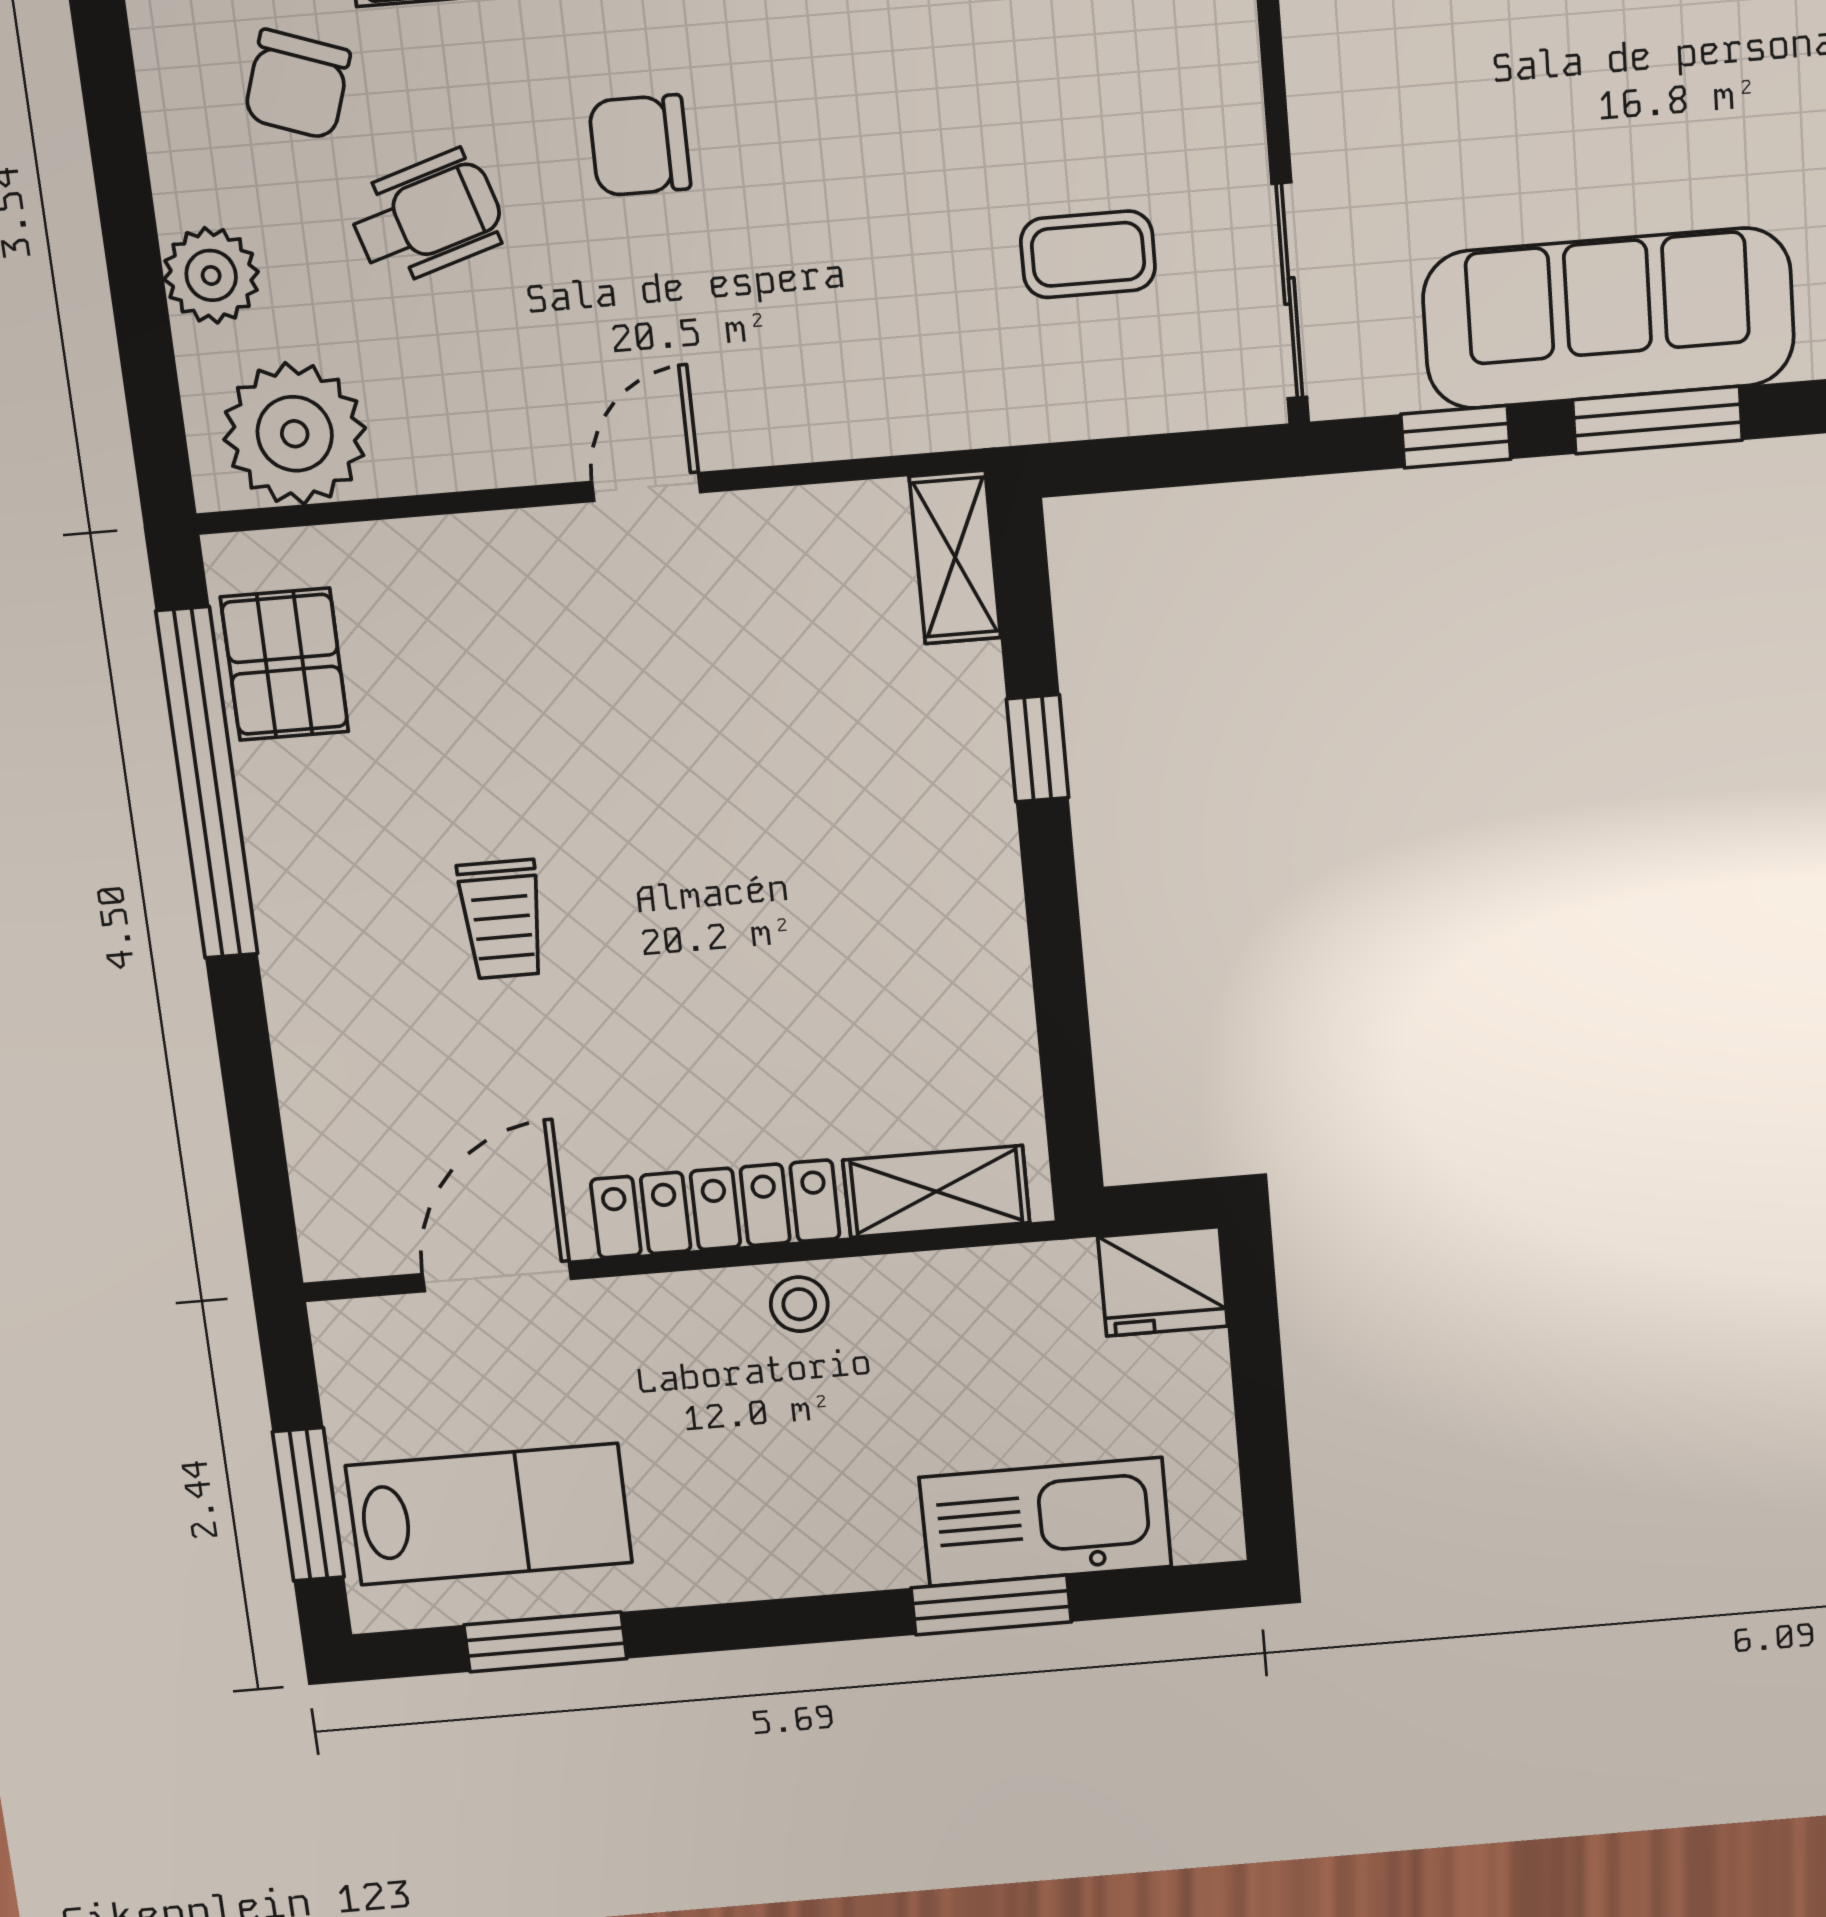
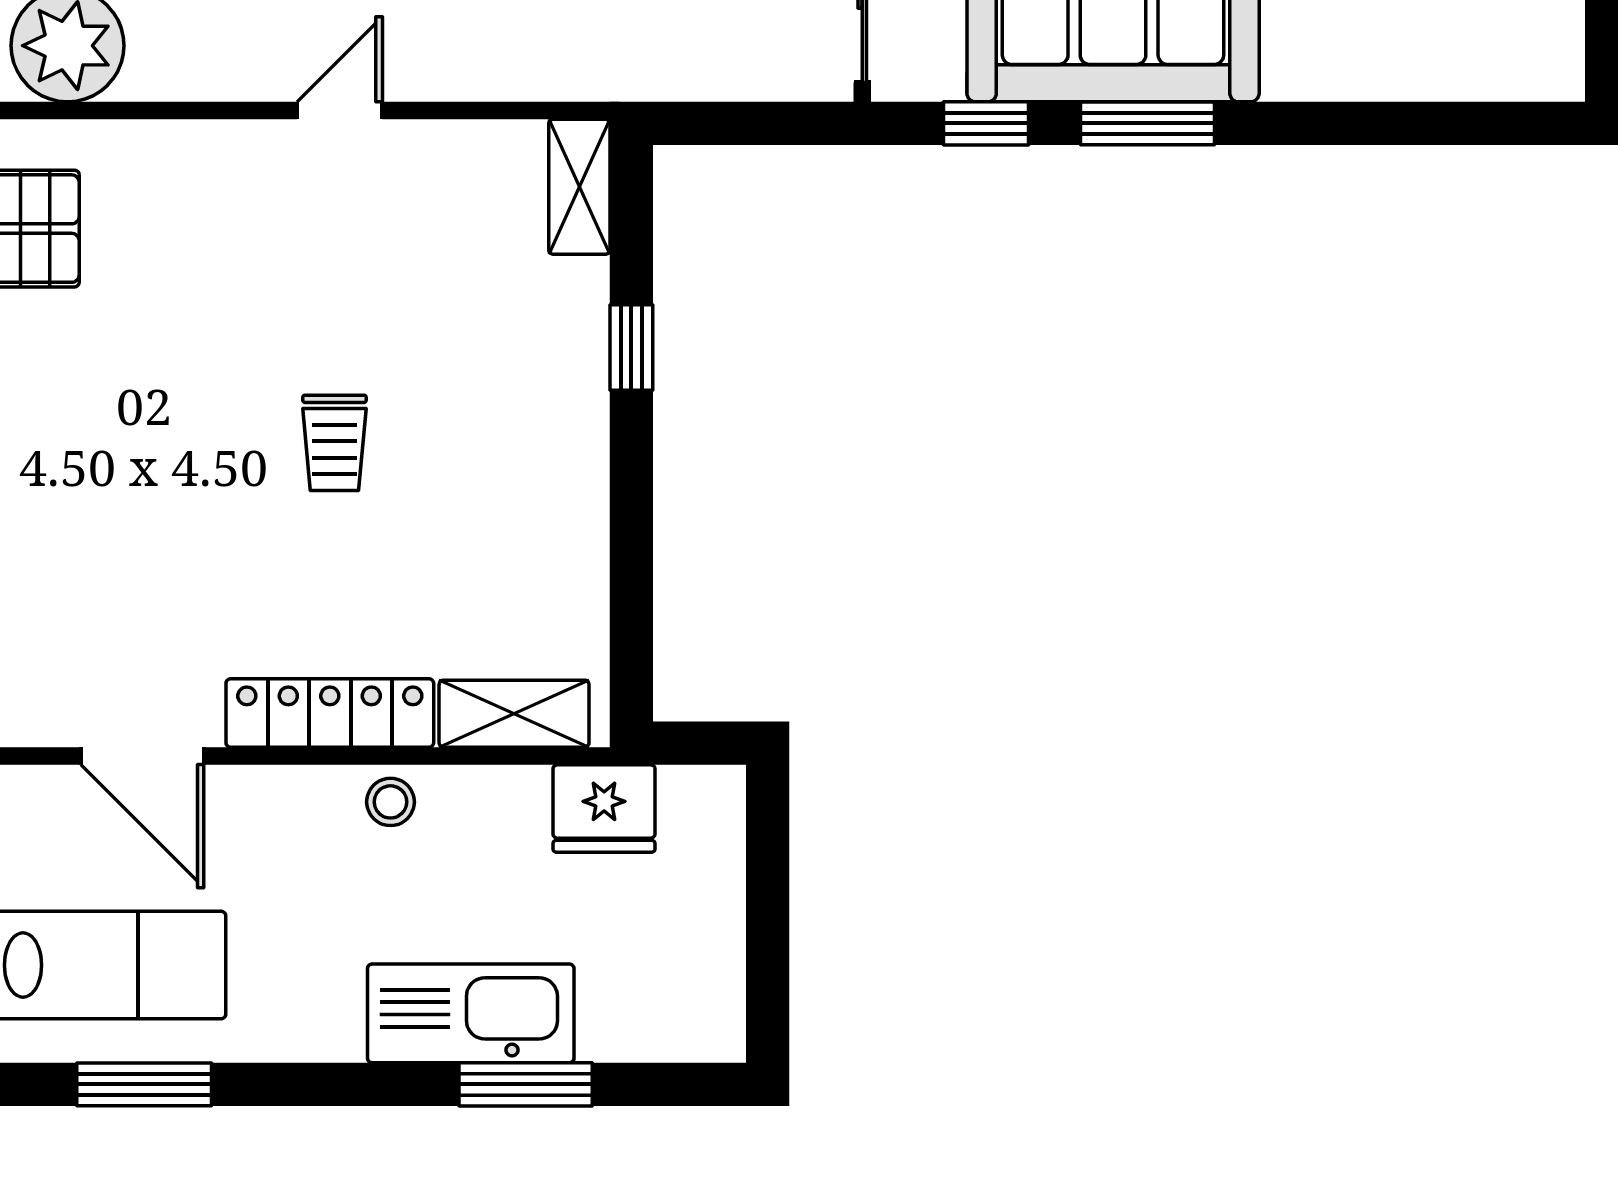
trolley: (502, 919) -> (334, 443), moved
door: (497, 1277) -> (142, 756), swing flipped
fridge: (1163, 1282) -> (604, 808), moved
kitchen sink: (1046, 1522) -> (471, 1013), moved

